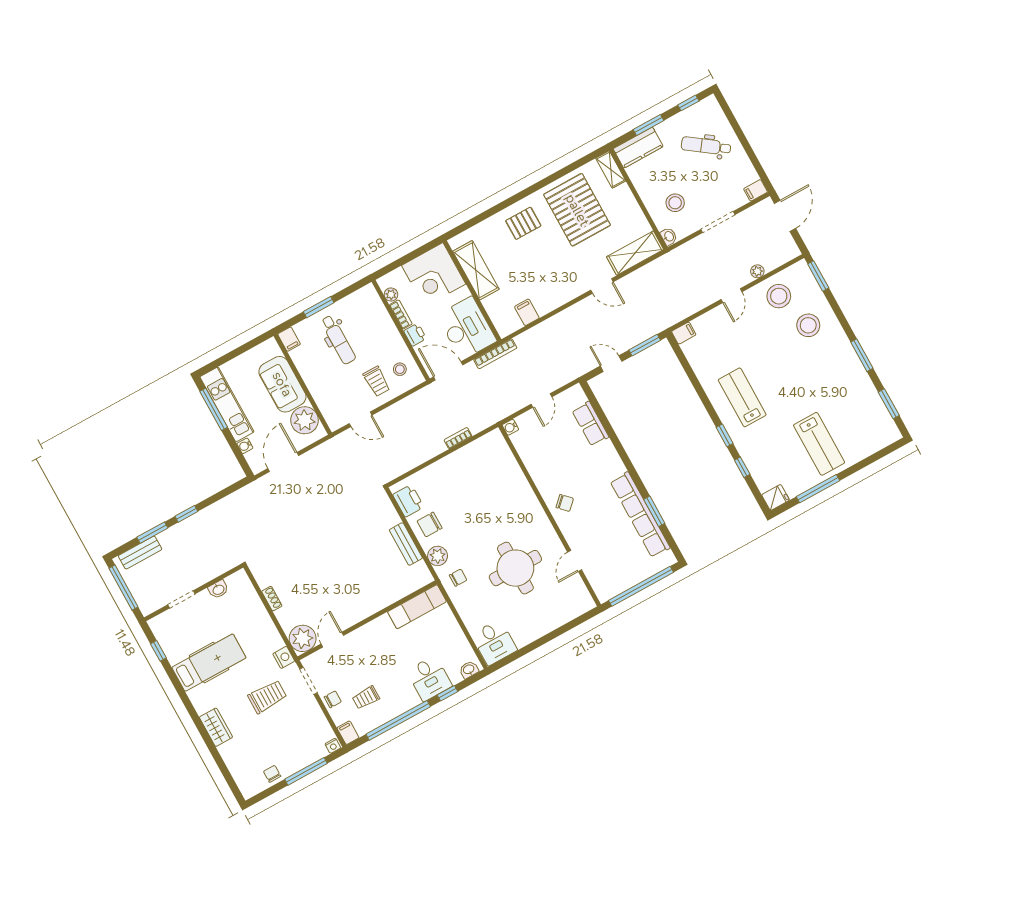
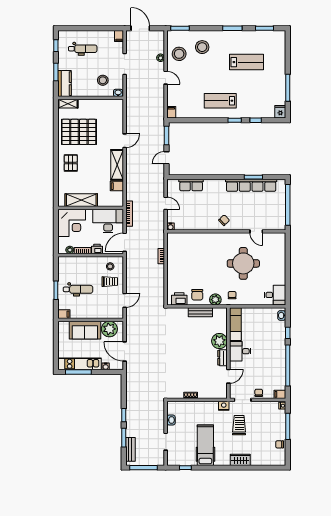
dental chair: (706, 146) -> (83, 49), turned -126
shelving: (635, 253) -> (117, 165), moved
lab bench: (819, 444) -> (246, 62), moved
dresser: (356, 615) -> (222, 358), added
plant: (303, 638) -> (219, 341), moved
door: (332, 640) -> (228, 376), swing flipped
desk: (429, 678) -> (240, 351), moved, turned 180
trolley: (366, 698) -> (267, 375), removed

